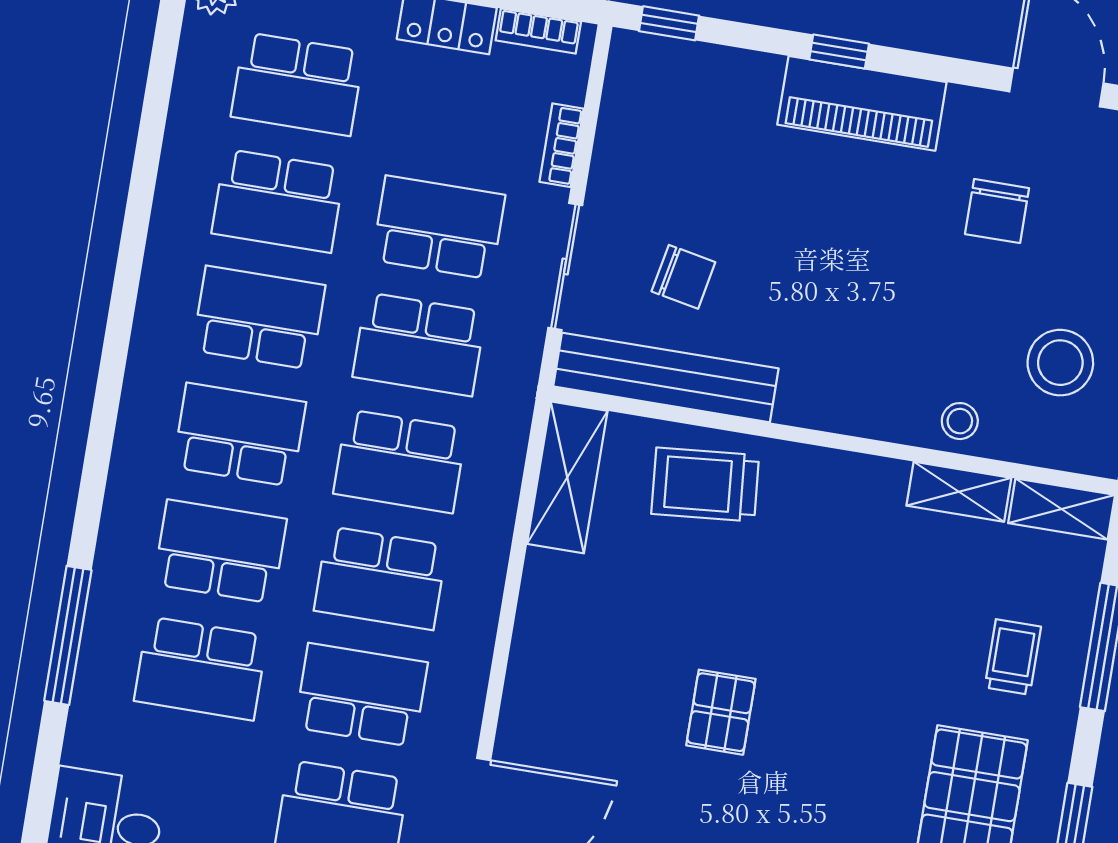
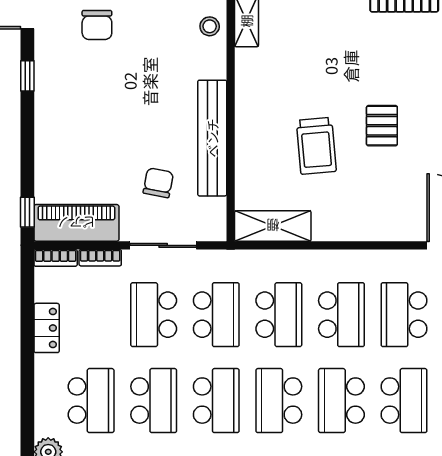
bookcase: (538, 31) -> (56, 258), moved, turned 90
window: (839, 51) -> (27, 76), moved
piano: (862, 103) -> (76, 223), moved, turned -90
chair: (997, 211) -> (97, 25), turned 90
school desk: (259, 318) -> (216, 401), turned 180
bench: (666, 377) -> (212, 138), moved
trolley: (705, 485) -> (316, 146), moved
pallet: (721, 712) -> (382, 126), turned 90

